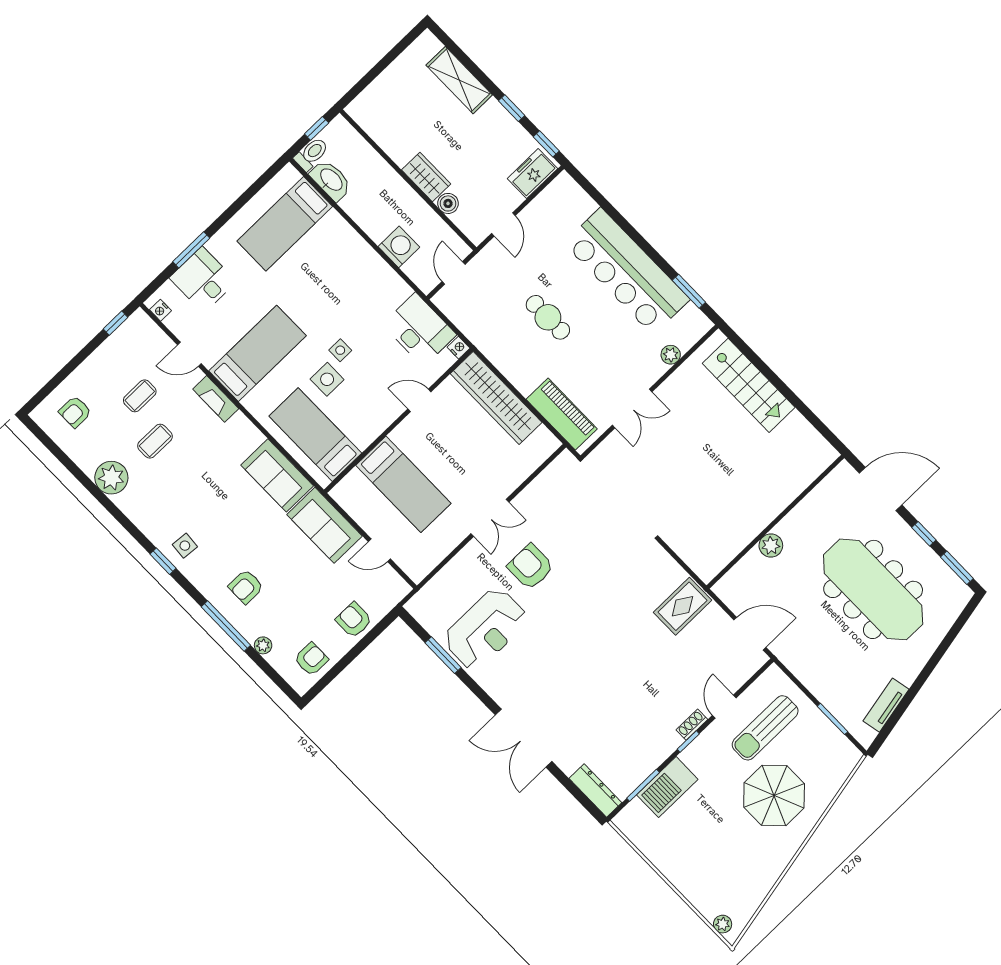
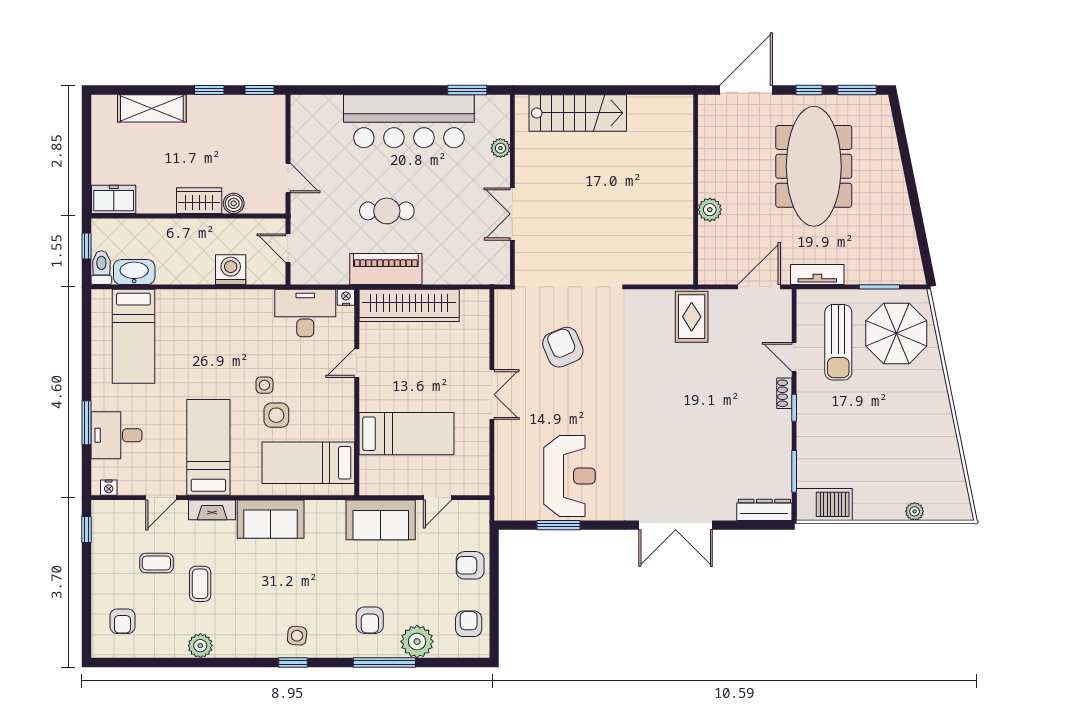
freezer: (532, 174) -> (114, 199), moved, turned 90
coffee table: (140, 396) -> (156, 563), turned 90
double door: (632, 408) -> (512, 214), swing flipped
piano: (562, 414) -> (386, 269), moved
sofa: (277, 475) -> (271, 519), moved
plant: (111, 478) -> (200, 646), width x0.73, depth x0.73
armchair: (531, 567) -> (563, 347), moved, turned 67
meeting table: (873, 589) -> (814, 166), turned 90
plant: (263, 645) -> (417, 642), width x1.88, depth x1.88
tv unit: (886, 705) -> (817, 275), moved, turned 101
barbecue: (667, 787) -> (824, 504), moved, turned -90
parasol: (774, 795) -> (896, 333), moved
plant: (723, 924) -> (915, 511), moved

